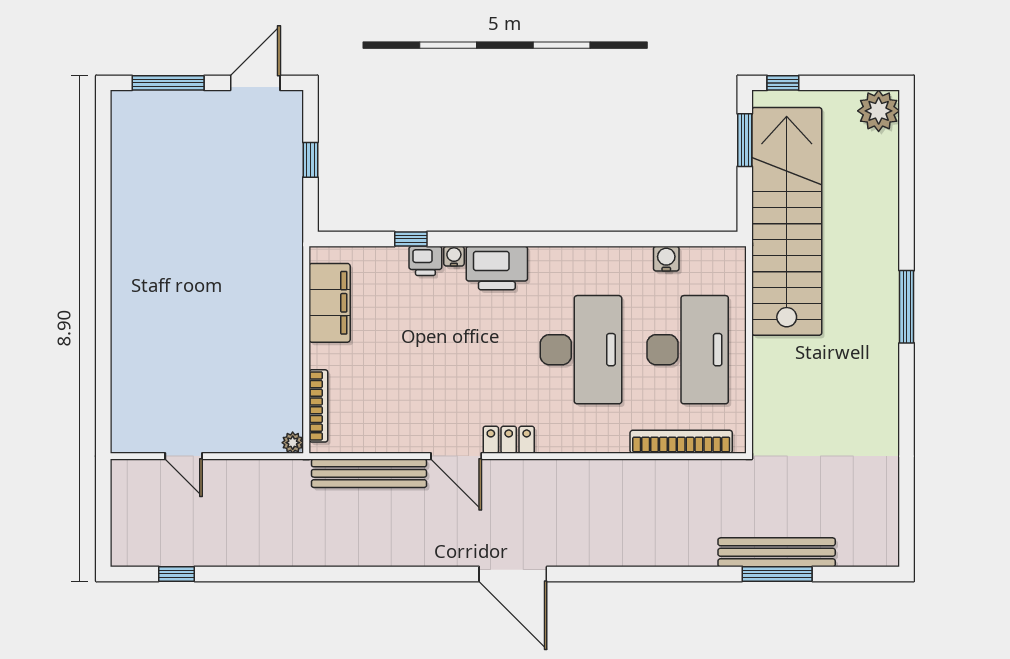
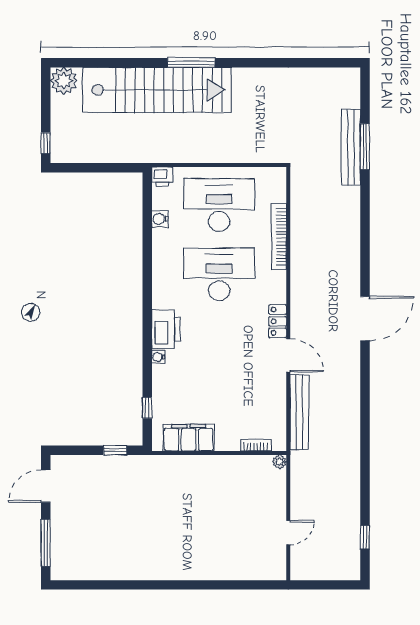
door: (255, 83) -> (46, 486), hinge flipped
window: (745, 140) -> (83, 168), removed
window: (310, 160) -> (115, 450), moved
stairs: (787, 221) -> (157, 90), moved, turned 180
window: (411, 239) -> (147, 408), moved
printer: (425, 261) -> (162, 176), moved, turned 90
bookcase: (318, 406) -> (256, 445), width x0.64
bookcase: (681, 442) -> (279, 237), moved
door: (456, 456) -> (288, 355), hinge flipped

